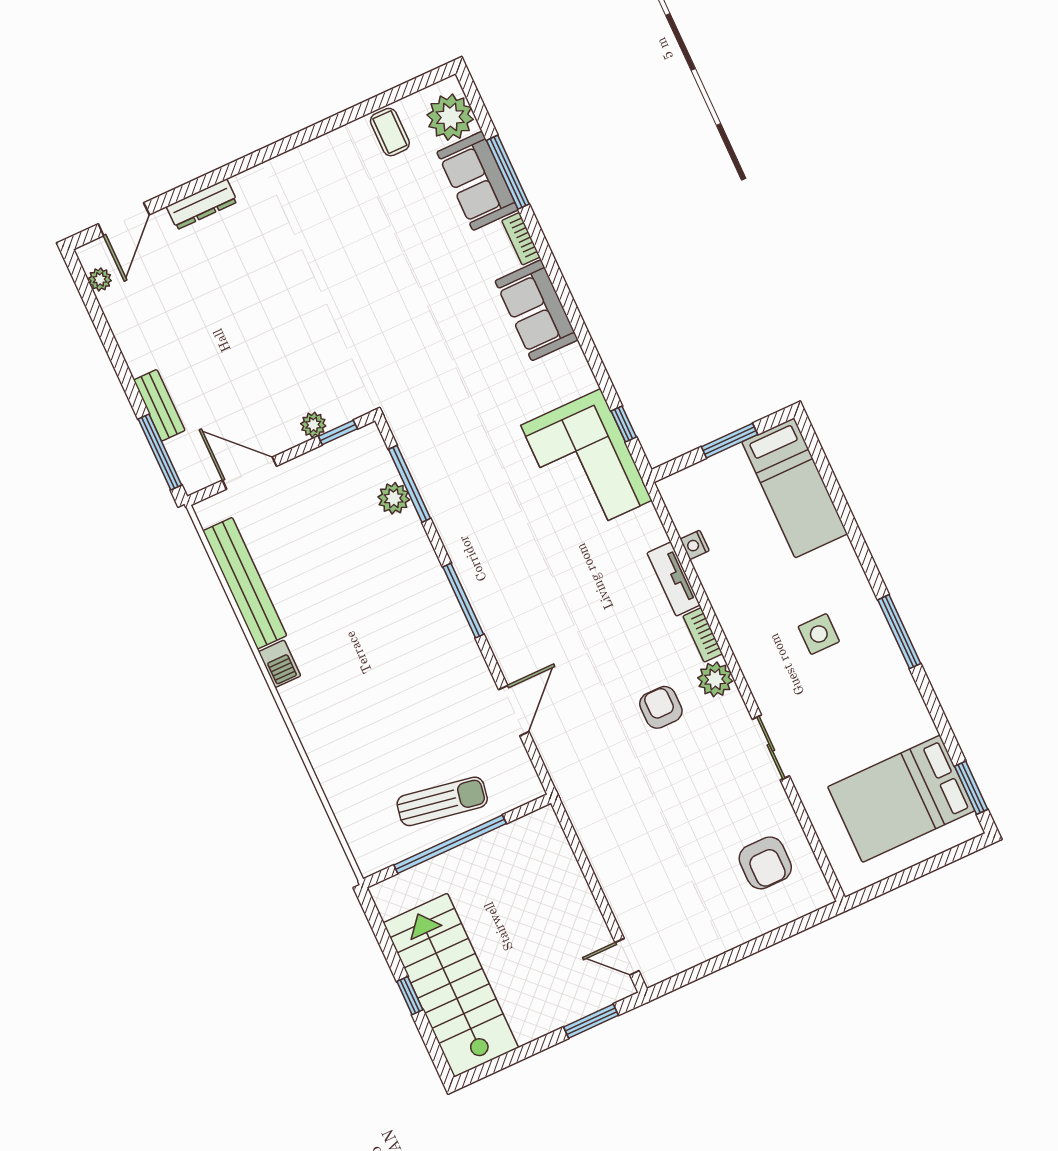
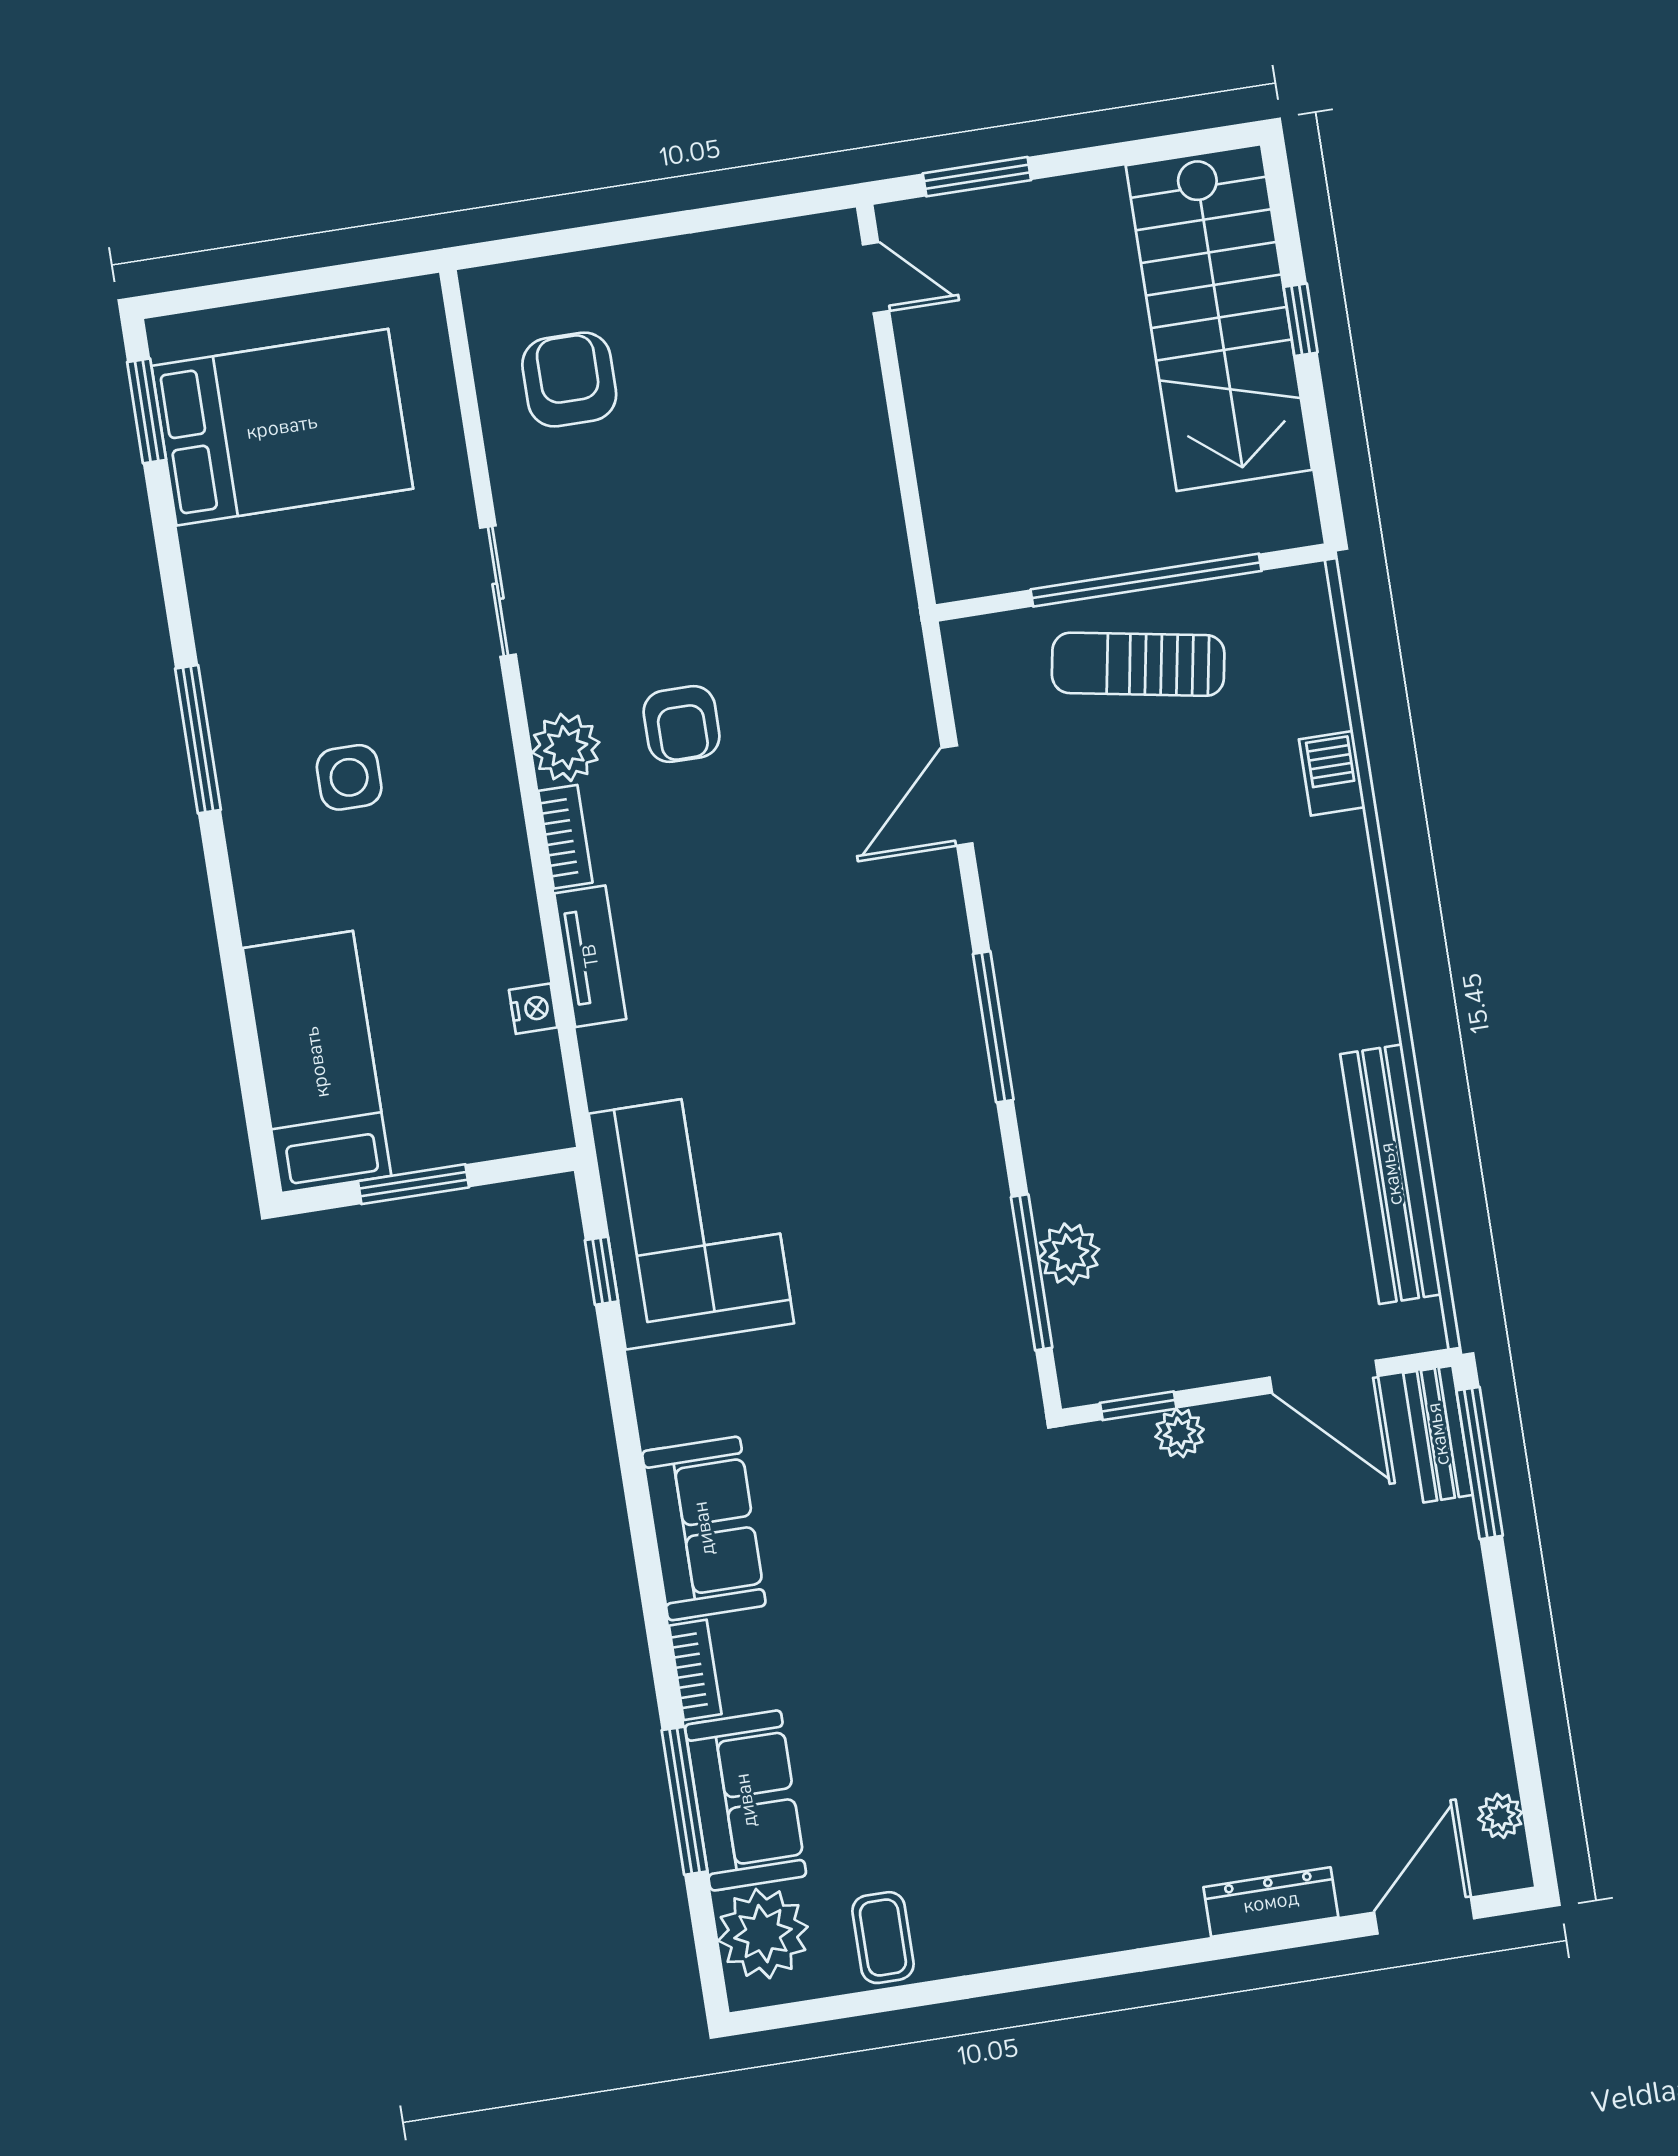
bench: (159, 405) -> (1438, 1434), moved
barbecue: (280, 664) -> (1332, 773), moved

